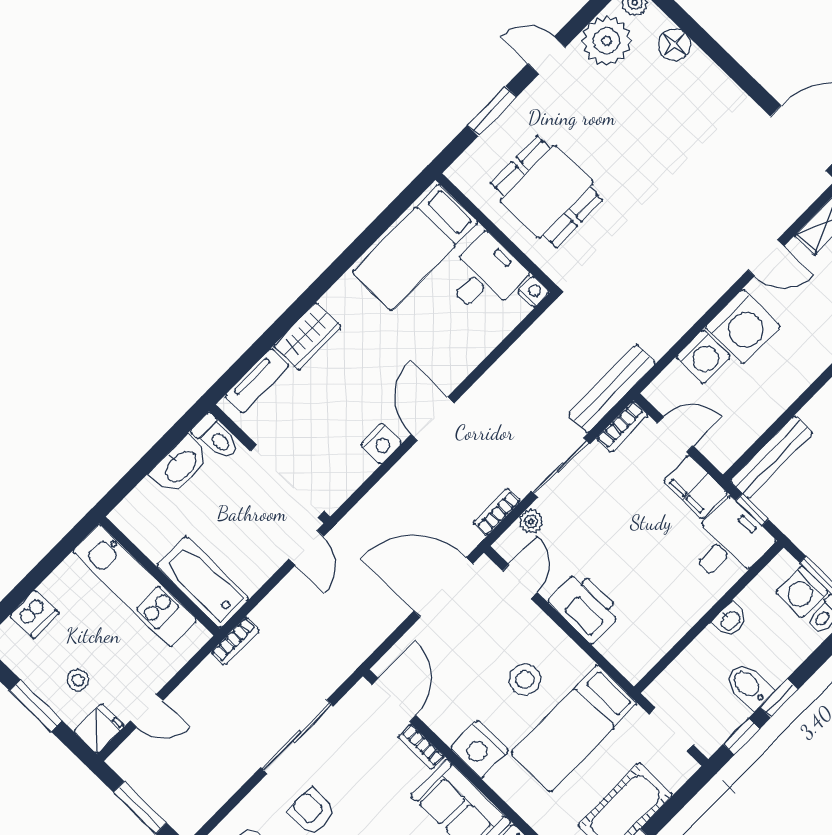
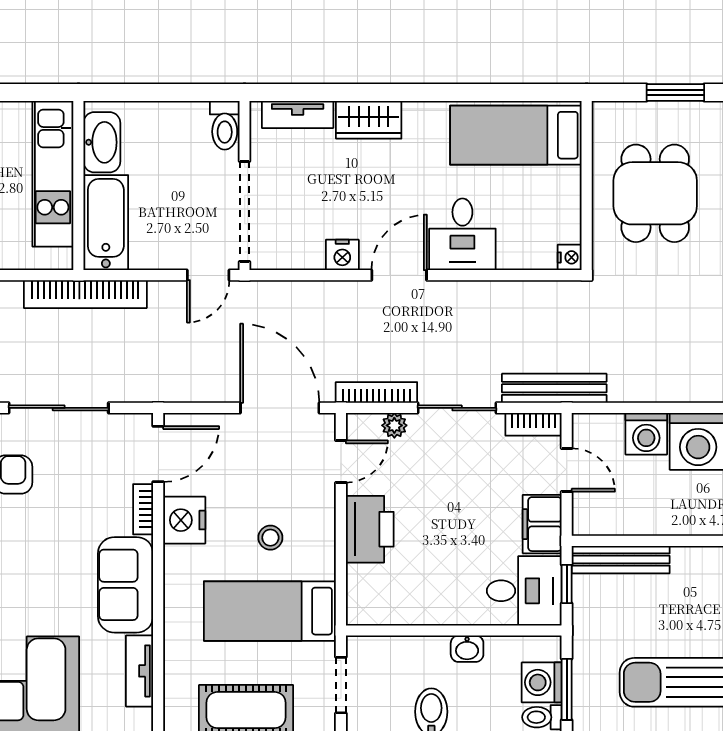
desk: (485, 276) -> (462, 234), moved, turned 90
washbasin: (180, 466) -> (102, 142), moved, turned -90
bookcase: (497, 512) -> (376, 393), width x1.56
bookcase: (235, 641) -> (85, 294), width x2.31, depth x1.31
stool: (525, 679) -> (270, 538), width x0.73, depth x0.73
nightstand: (479, 749) -> (184, 520), moved

